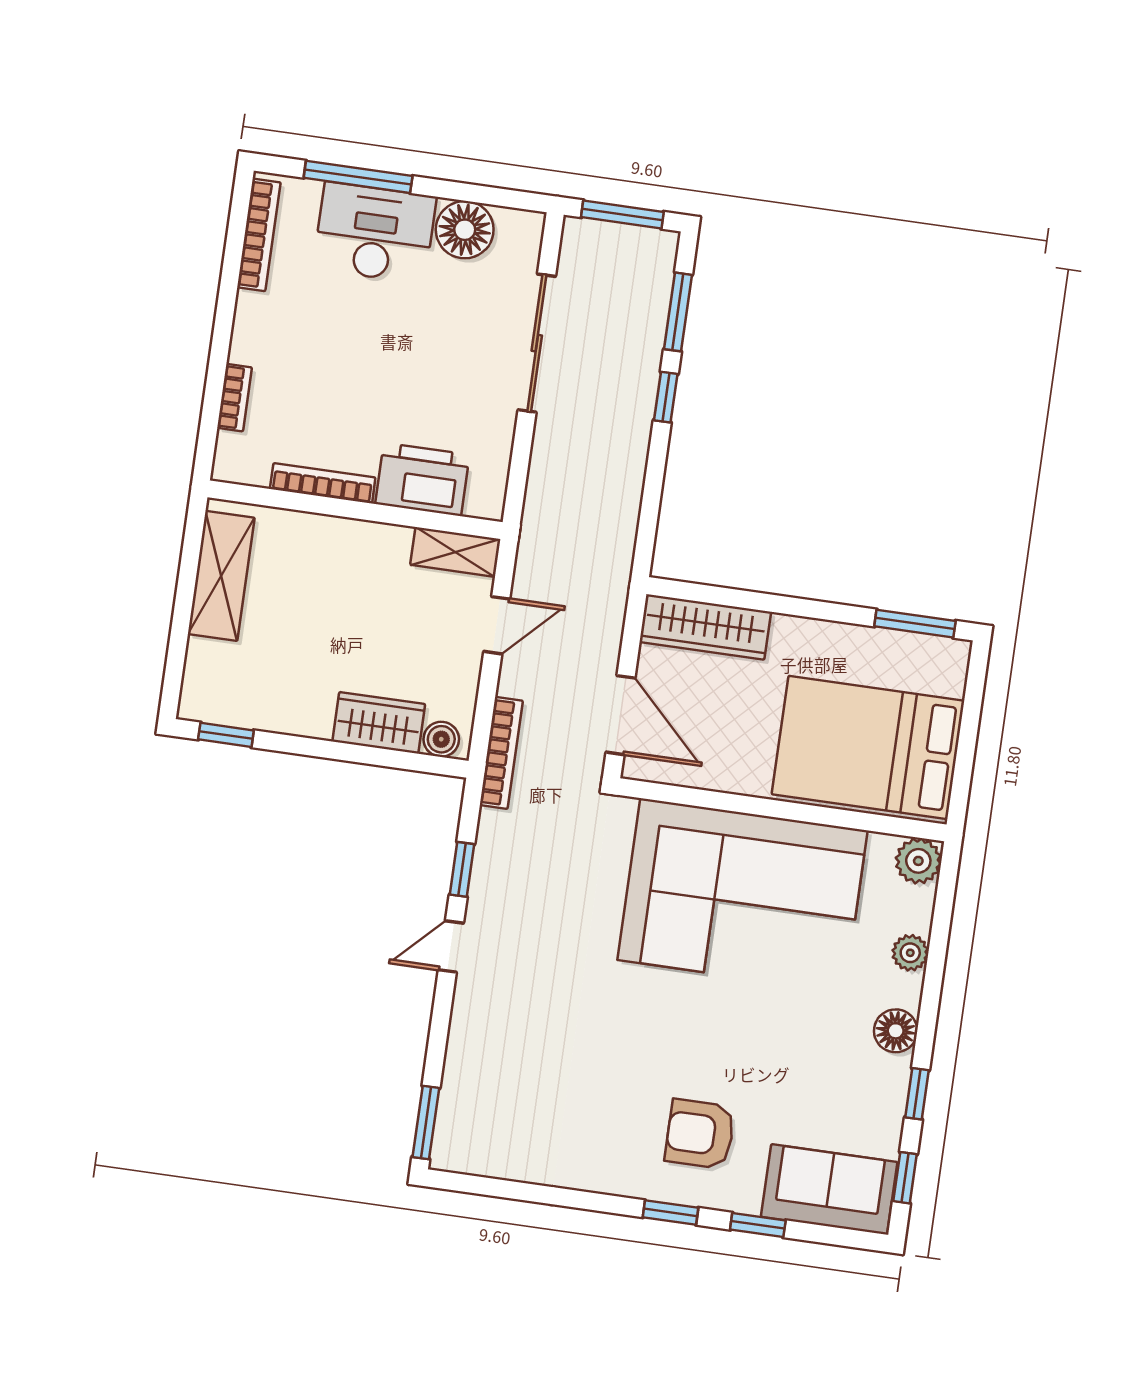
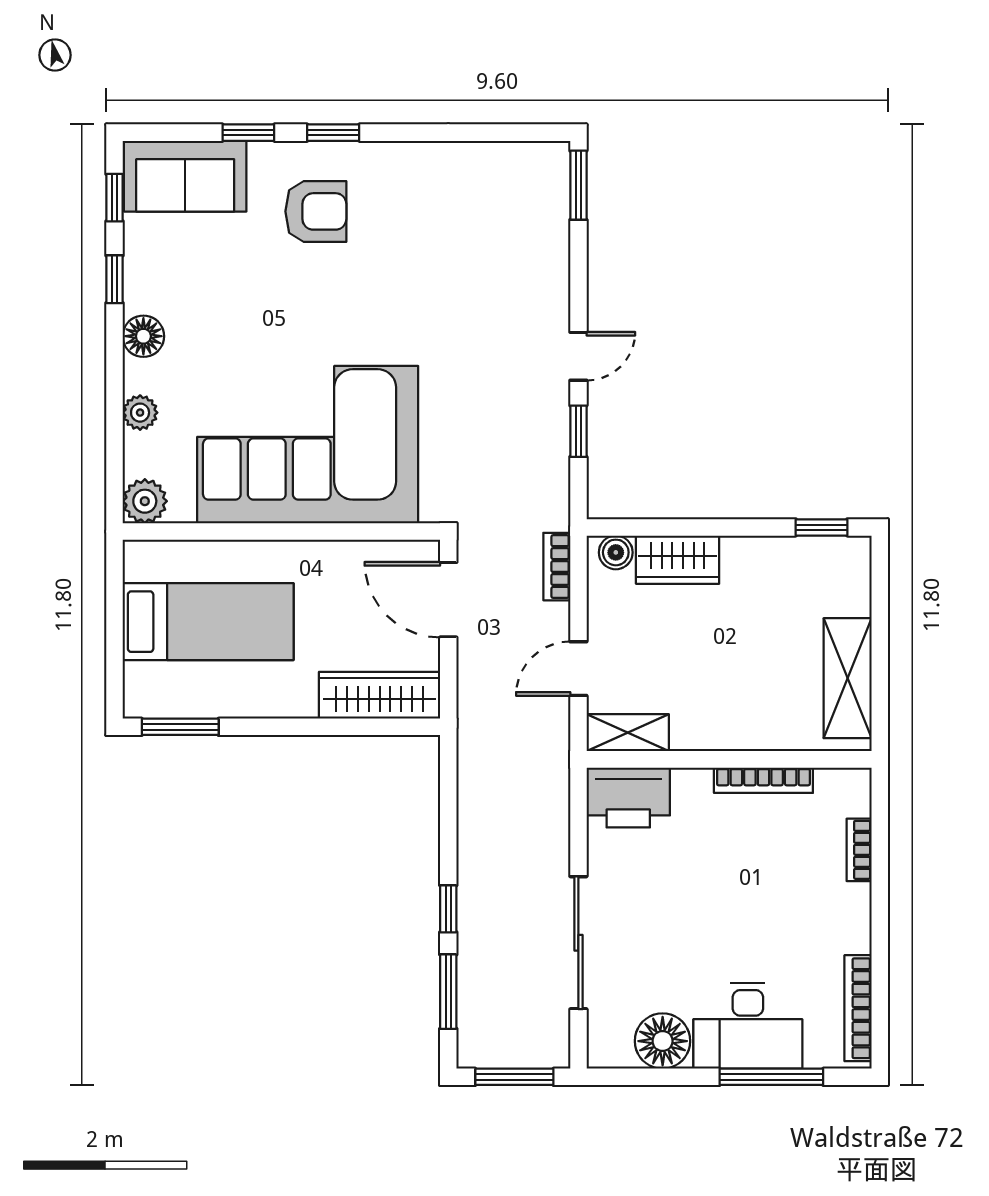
printer: (422, 479) -> (628, 797), moved
bed: (868, 748) -> (208, 622), width x0.67
bookcase: (501, 753) -> (557, 567), width x0.64

